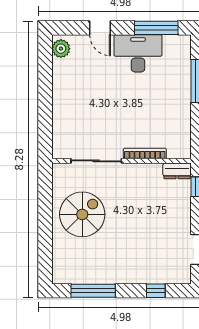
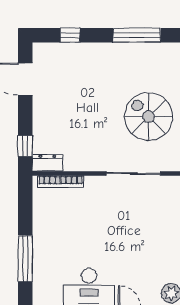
bookcase: (145, 153) -> (61, 181), moved
spiral stairs: (82, 214) -> (148, 117), turned 90

